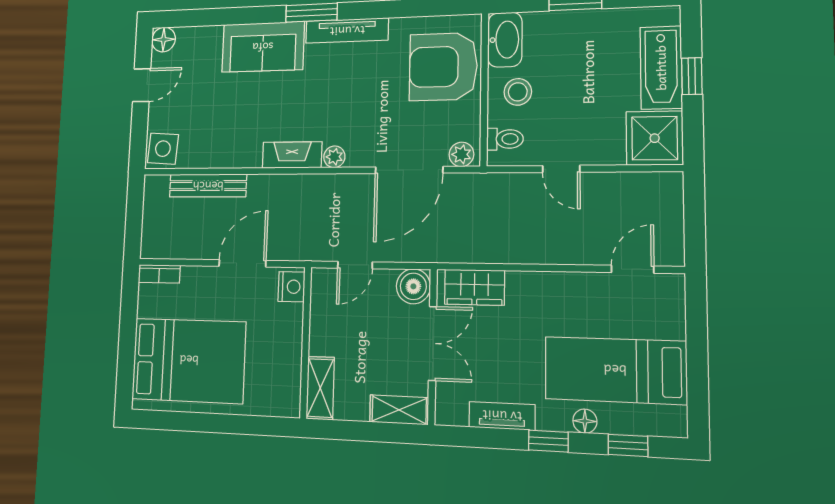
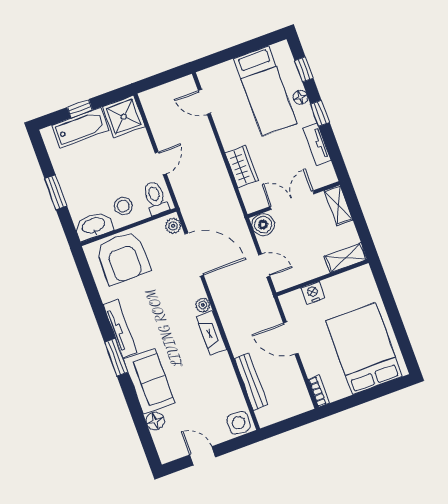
floor lamp: (164, 40) -> (155, 421), moved
toilet: (505, 139) -> (156, 198), width x1.37, depth x1.39
nightstand: (292, 287) -> (313, 293), moved
wardrobe: (474, 287) -> (242, 167), moved

